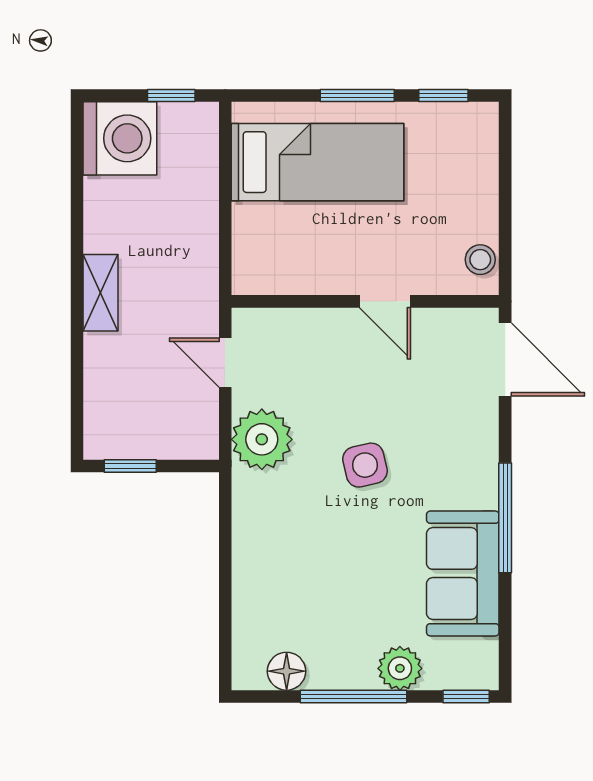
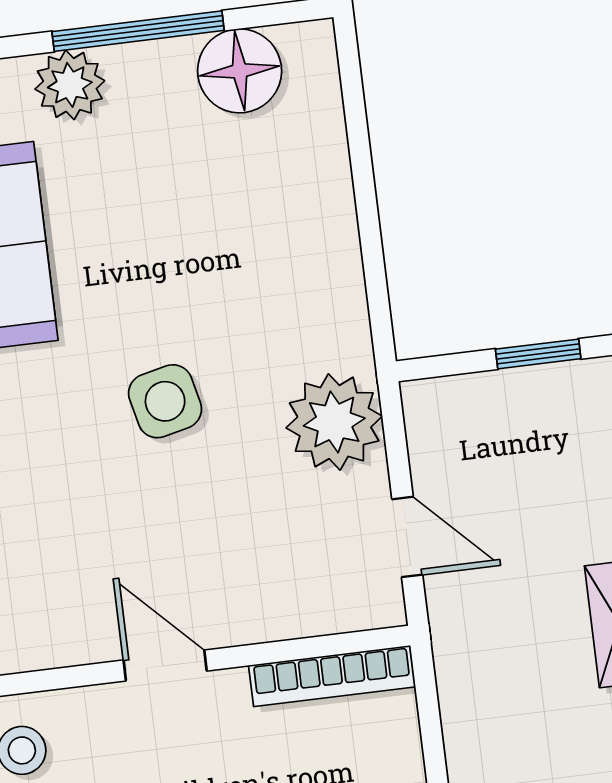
bookcase: (282, 282) -> (332, 676), added
floor lamp: (287, 671) -> (240, 71), width x1.38, depth x1.38

